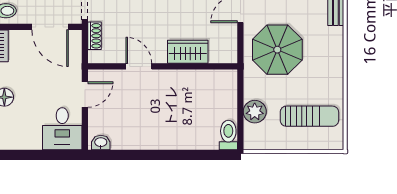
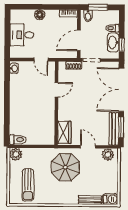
wardrobe: (188, 52) -> (64, 132), moved
plant: (255, 112) -> (16, 154), moved
desk: (62, 129) -> (22, 35), moved

